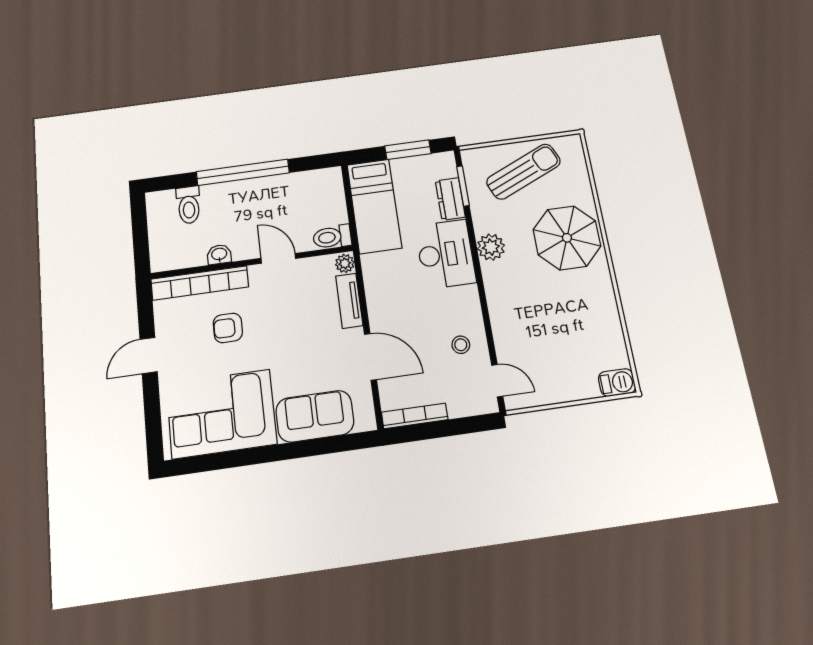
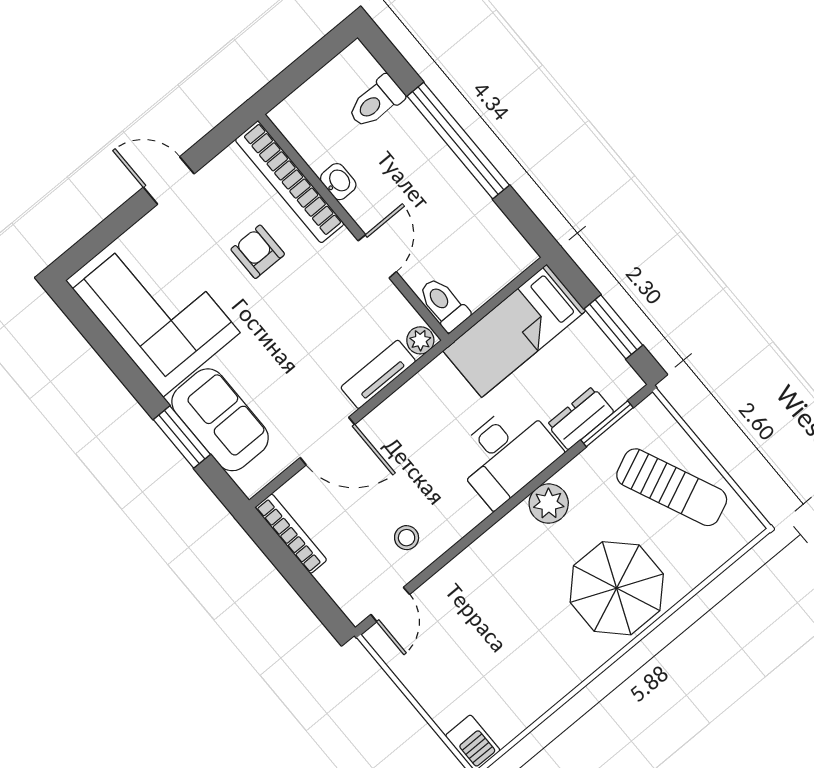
door: (370, 357) -> (327, 441), hinge flipped
window: (310, 448) -> (182, 437), added

